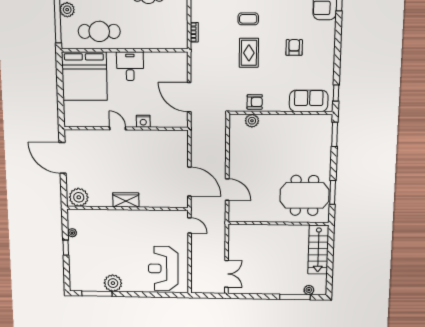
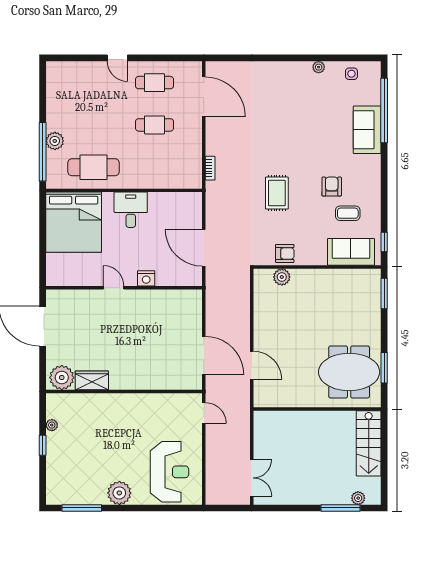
coffee table: (248, 19) -> (348, 213), moved
wardrobe: (126, 200) -> (92, 380), moved
reception desk: (163, 269) -> (169, 472), turned 180
plant: (113, 283) -> (119, 493), moved

